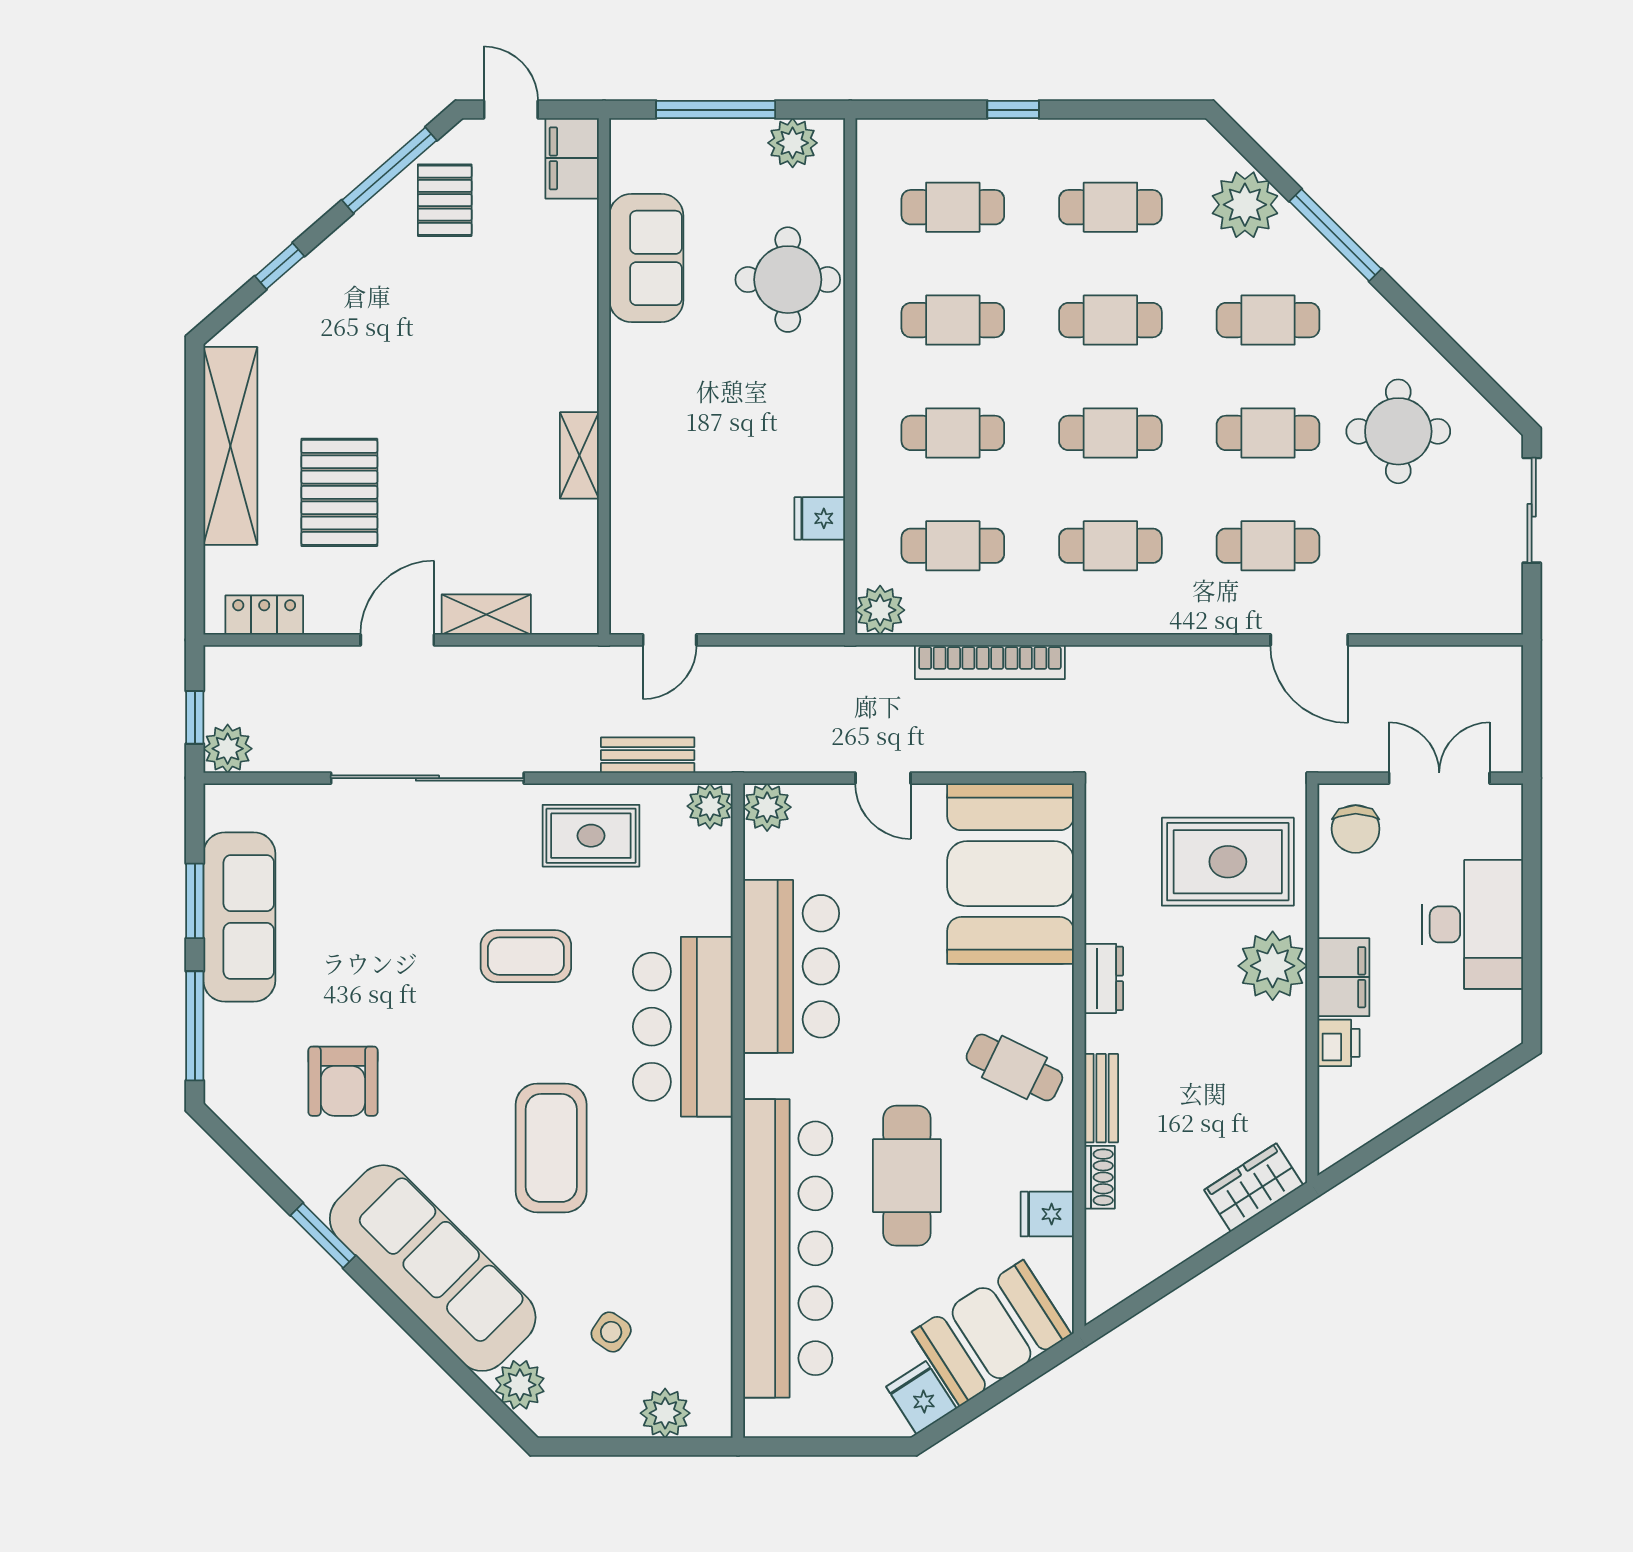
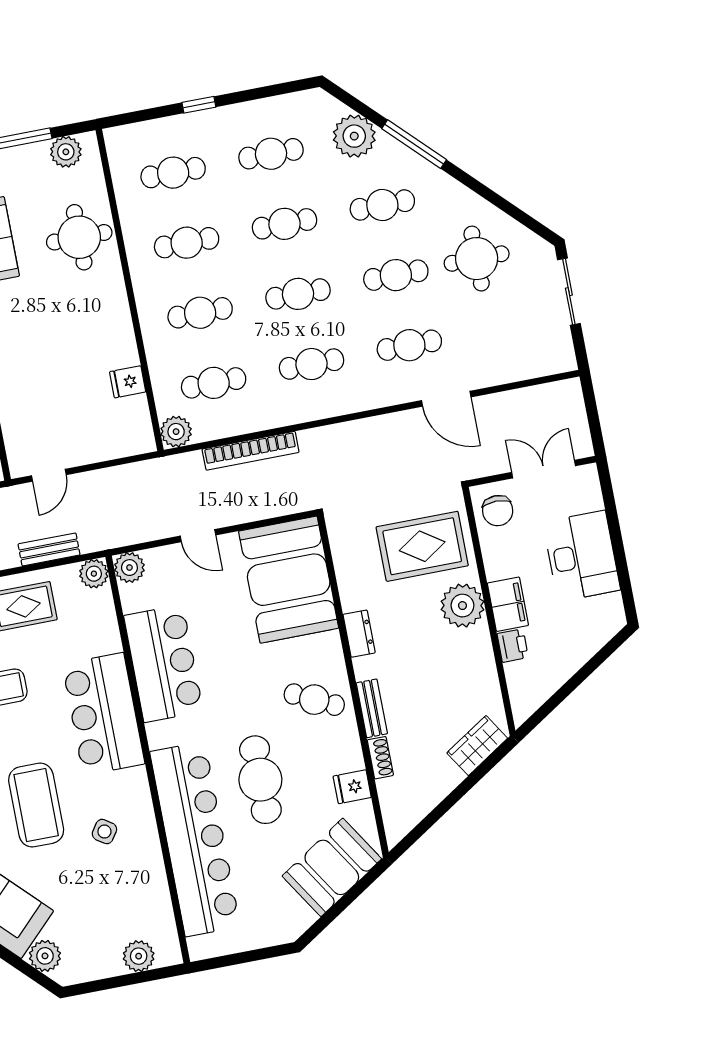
side table: (611, 1332) -> (104, 832), moved
fridge: (921, 1398) -> (296, 916), removed

